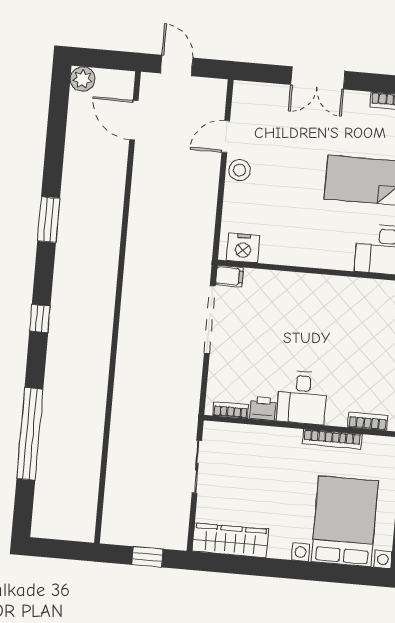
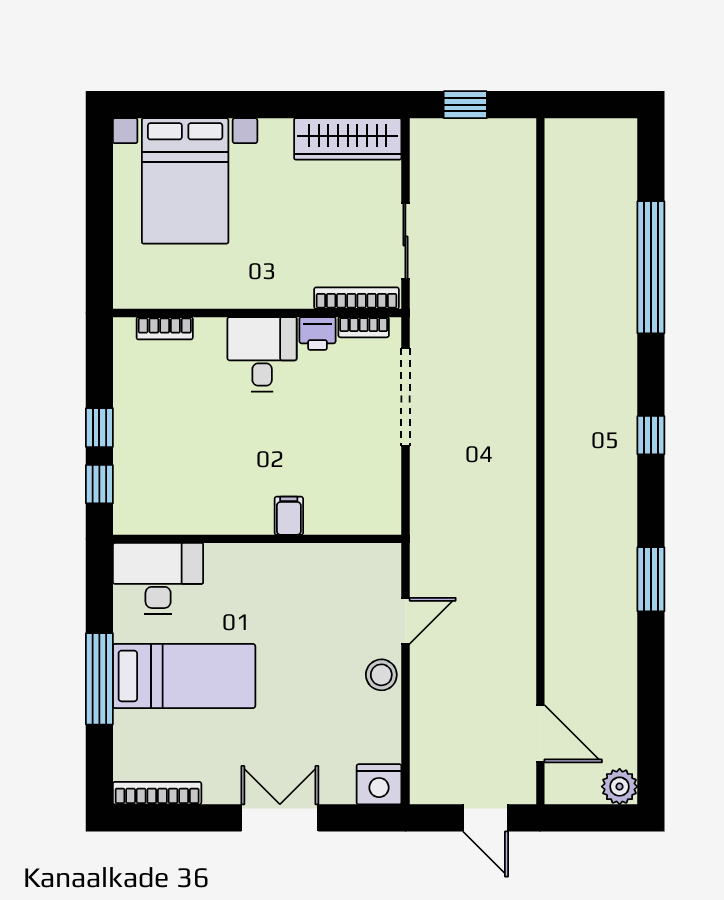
door: (226, 136) -> (405, 621), moved
nightstand: (243, 248) -> (379, 784), moved, turned 180
filing cabinet: (230, 276) -> (289, 516), moved, turned 90
doorway: (210, 320) -> (405, 397), moved
bookcase: (332, 439) -> (356, 298), moved

